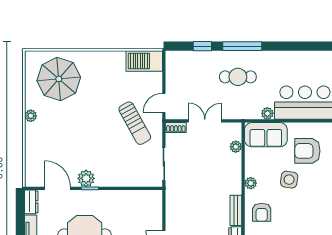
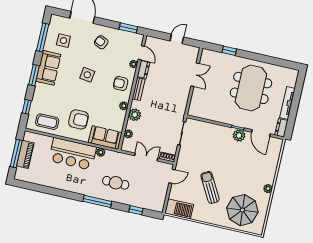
window: (242, 46) -> (97, 201), moved
double door: (205, 121) -> (146, 157), swing flipped
sun lounger: (135, 123) -> (210, 187), moved
plant: (233, 174) -> (135, 115), added
side table: (289, 180) -> (87, 75), moved
armchair: (262, 212) -> (121, 83), turned -90

